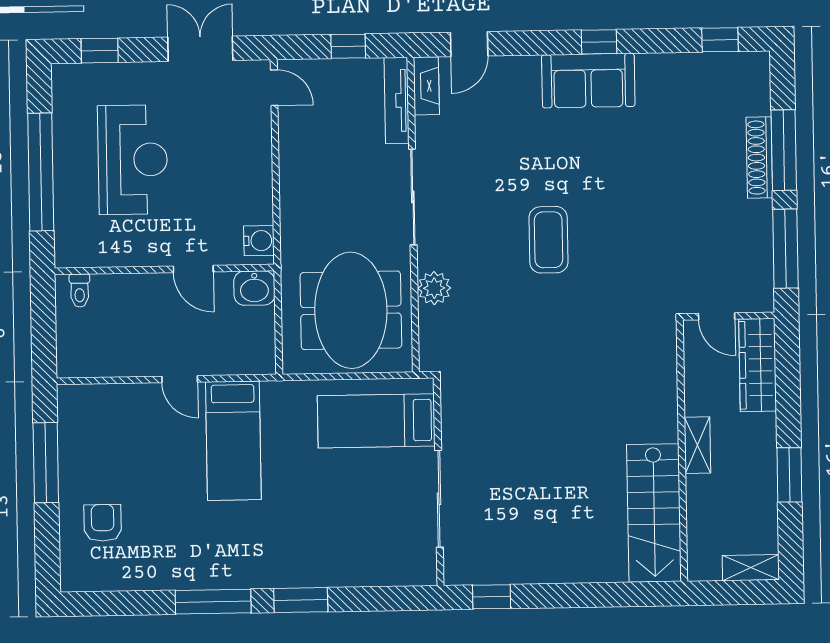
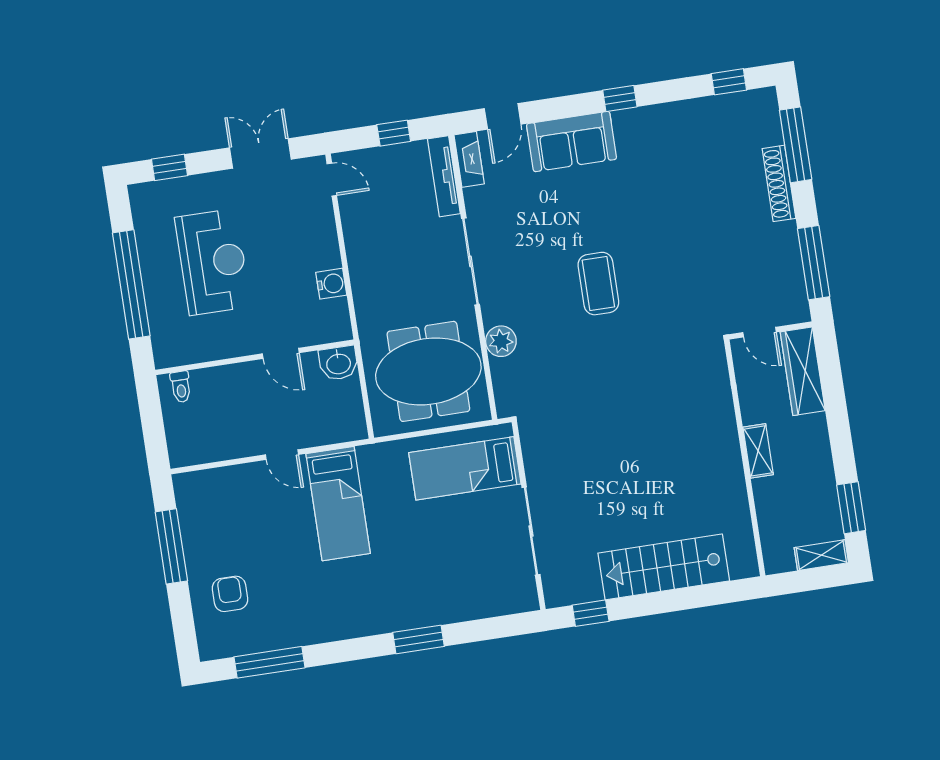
sofa: (588, 81) -> (572, 141), moved
window: (784, 150) -> (796, 145), moved
water cooler: (259, 241) -> (331, 284), moved
meeting table: (351, 310) -> (428, 371), turned 90
window: (789, 475) -> (851, 508), moved
stairs: (654, 513) -> (664, 567), moved, turned 90
window: (213, 602) -> (269, 662), moved

